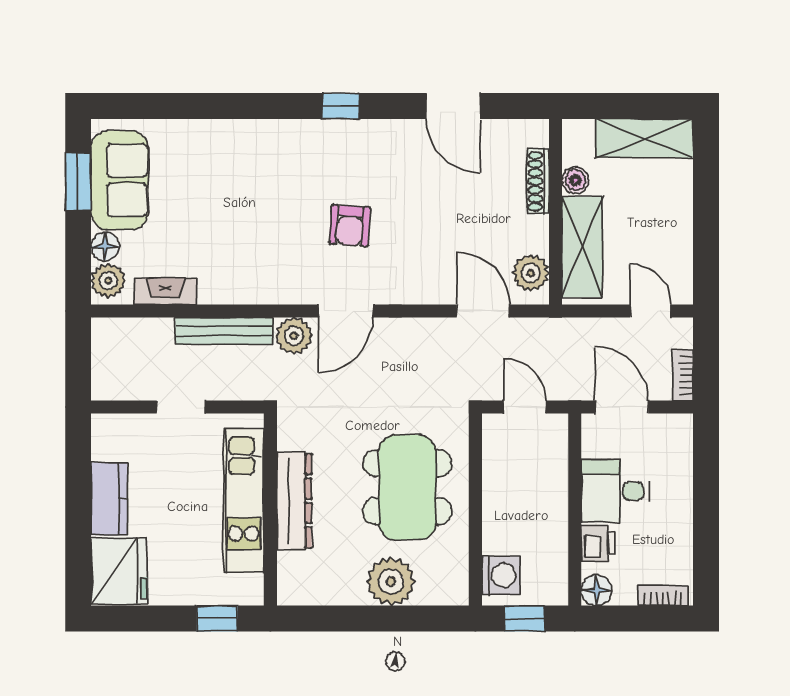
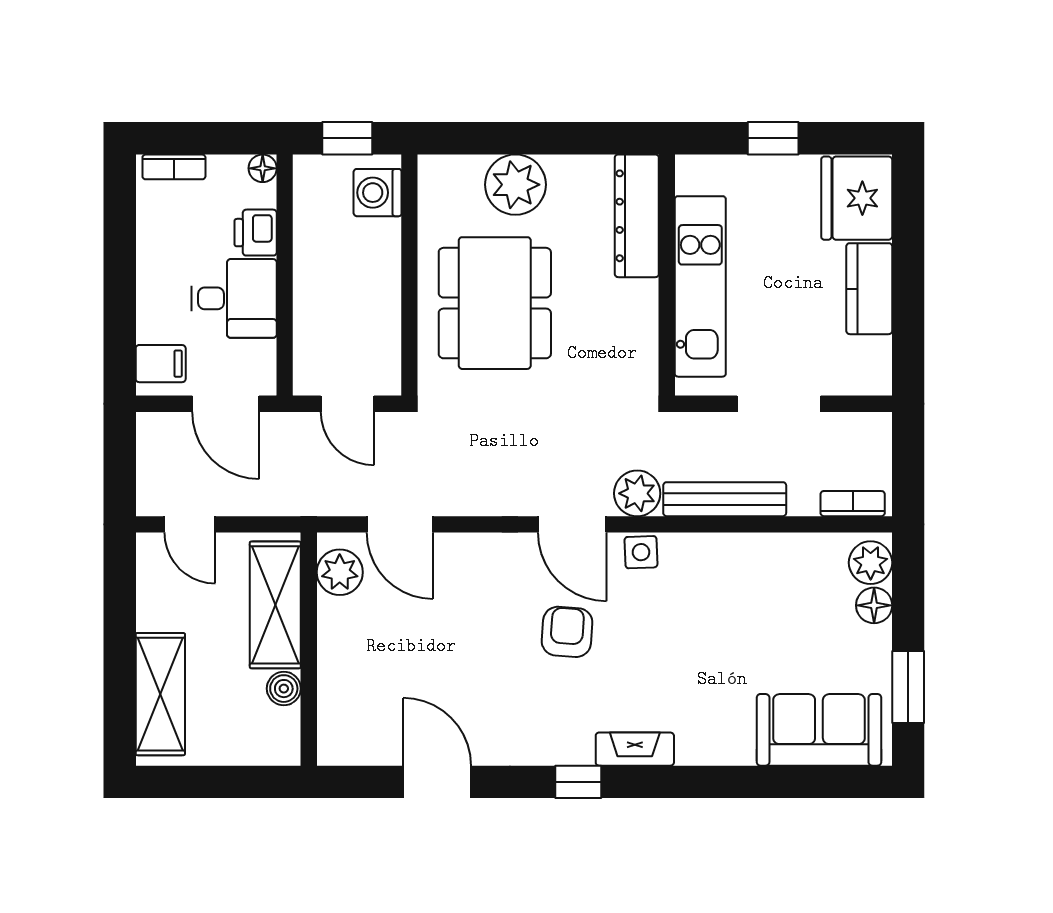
shelving: (644, 138) -> (160, 694), moved, turned 90
sofa: (120, 180) -> (819, 730), moved, turned 90
shoe rack: (538, 181) -> (331, 687), removed
side table: (291, 289) -> (641, 552), added
fireplace: (165, 291) -> (635, 749), moved, turned 180
door: (346, 311) -> (572, 524), swing flipped
bookcase: (683, 375) -> (853, 504), moved, turned -90
doorway: (181, 407) -> (779, 404), width x1.38
filing cabinet: (673, 439) -> (161, 364), added
dresser: (294, 501) -> (637, 216), moved
floor lamp: (596, 590) -> (263, 168), width x0.73, depth x0.73
window: (217, 618) -> (773, 138), moved

